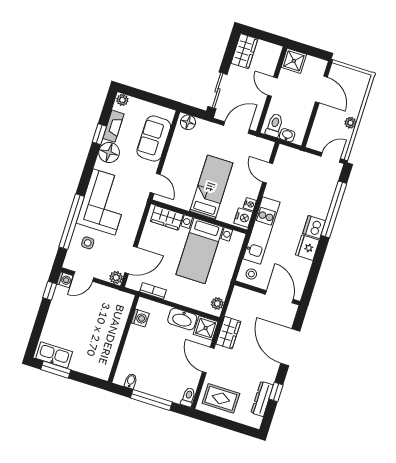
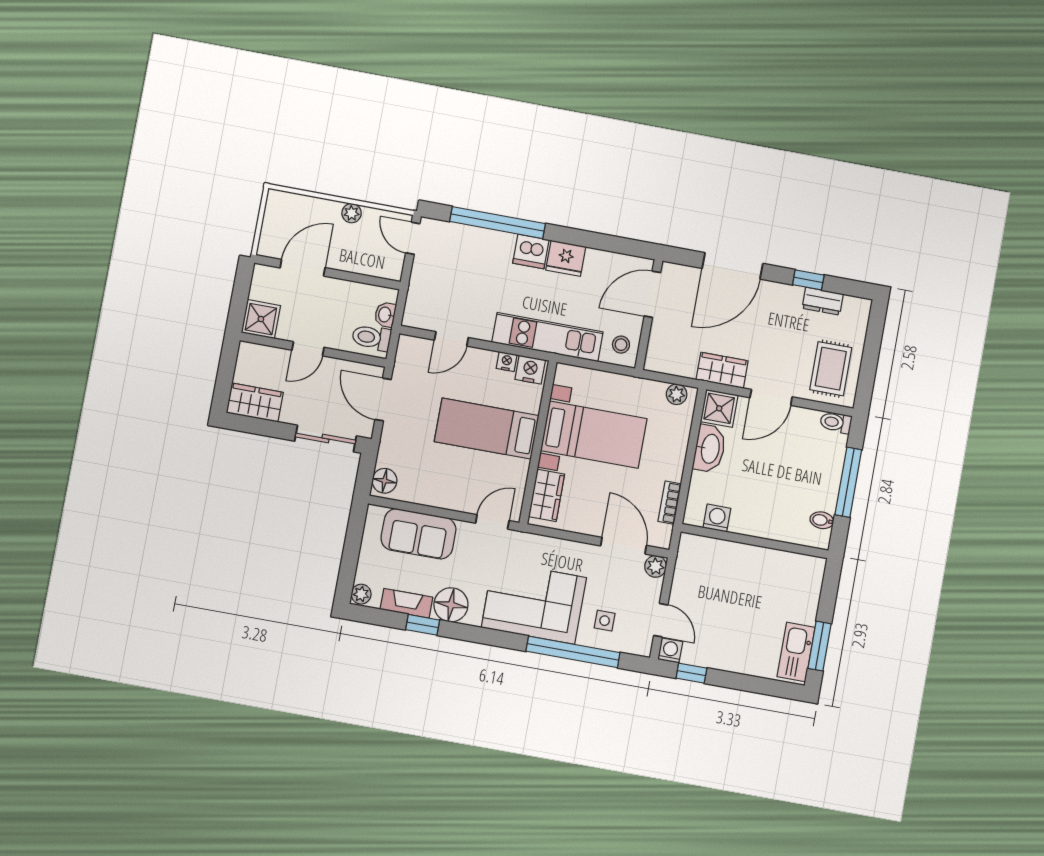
dresser: (262, 399) -> (823, 301), width x0.70

